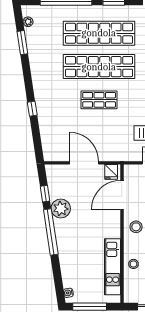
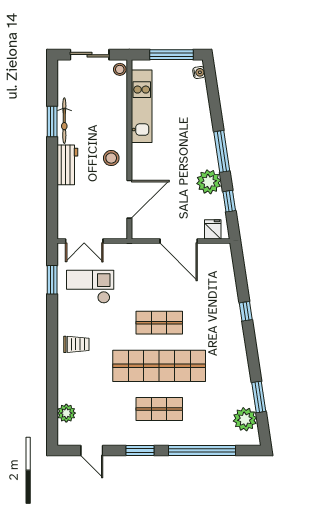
plant: (28, 22) -> (245, 419), width x1.88, depth x1.88
shop shelf: (99, 33) -> (159, 409), width x0.50, depth x0.74
fridge: (111, 172) -> (213, 229), moved
window: (51, 232) -> (222, 151), width x0.68
stool: (134, 264) -> (120, 69), moved

